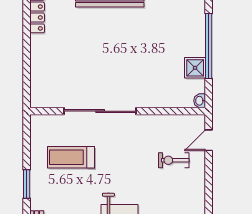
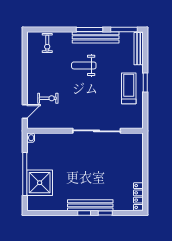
shower: (195, 68) -> (40, 183), moved, width x1.86, depth x1.86
treadmill: (71, 157) -> (129, 88), moved, turned -90

